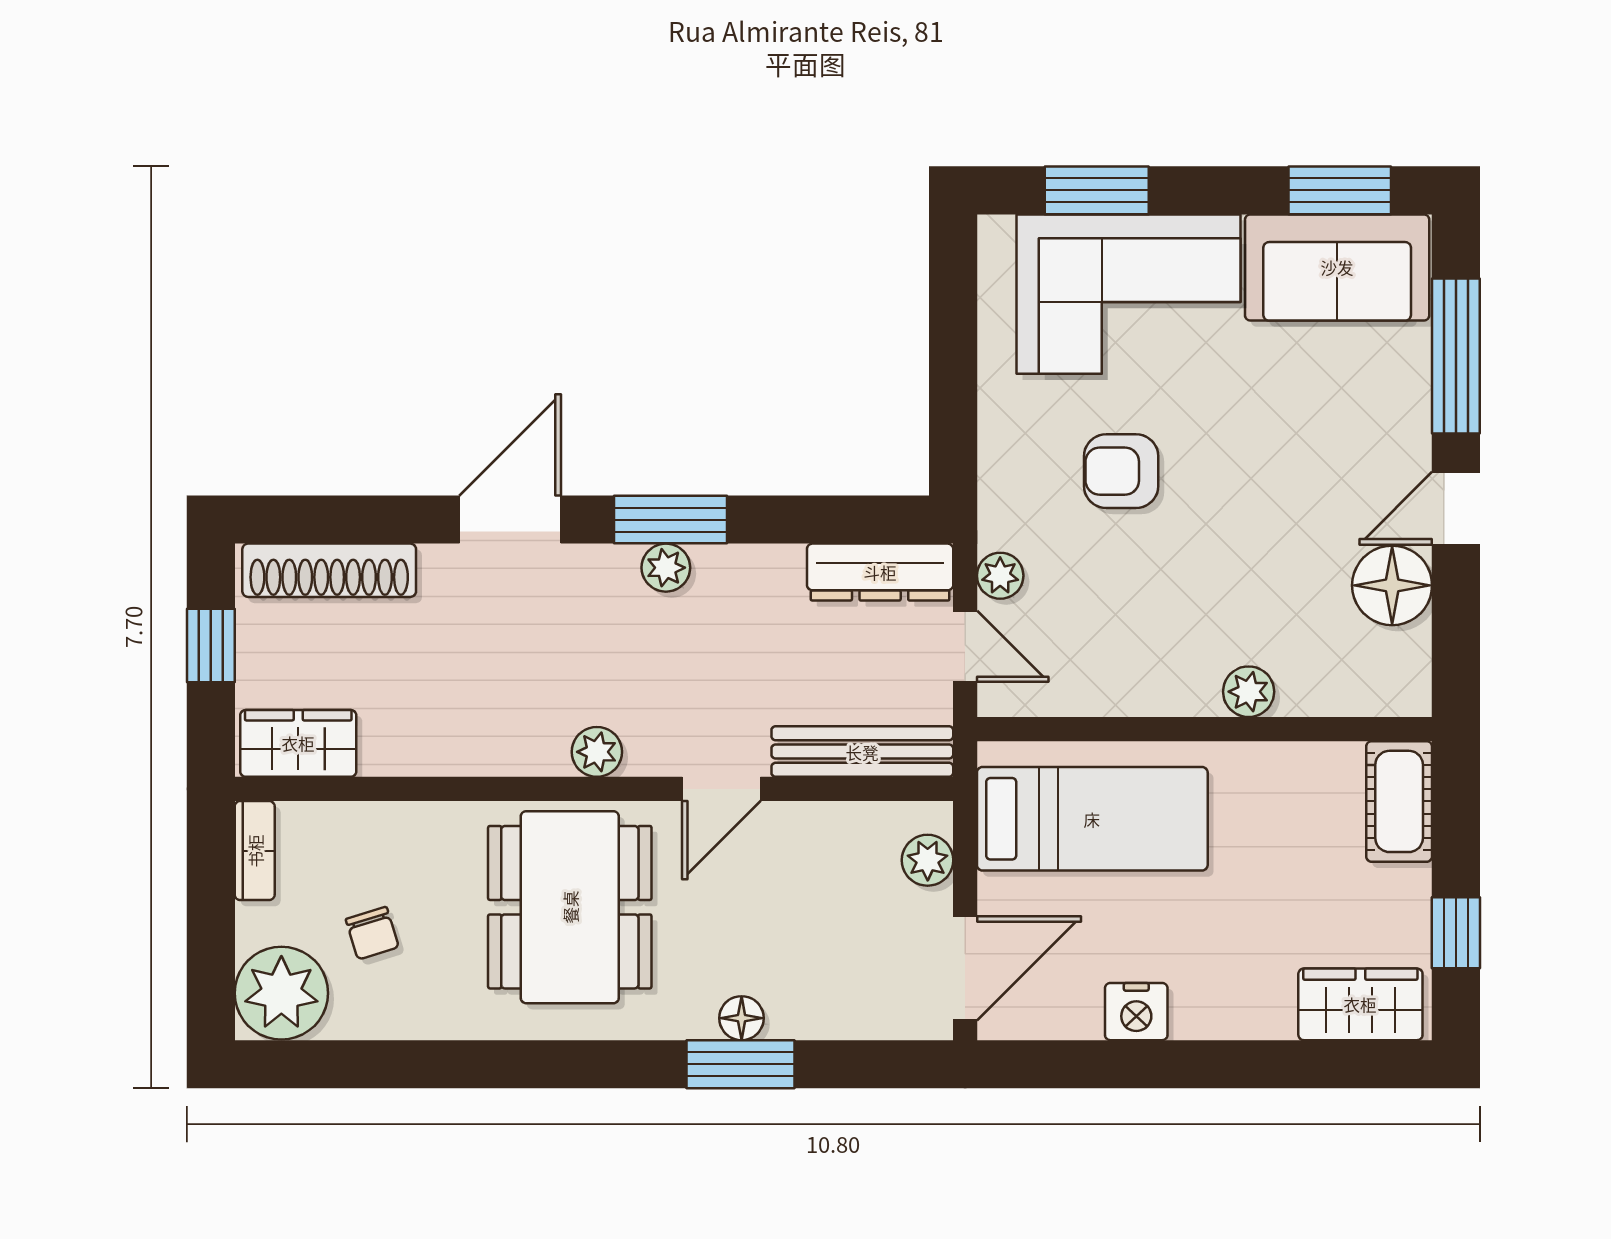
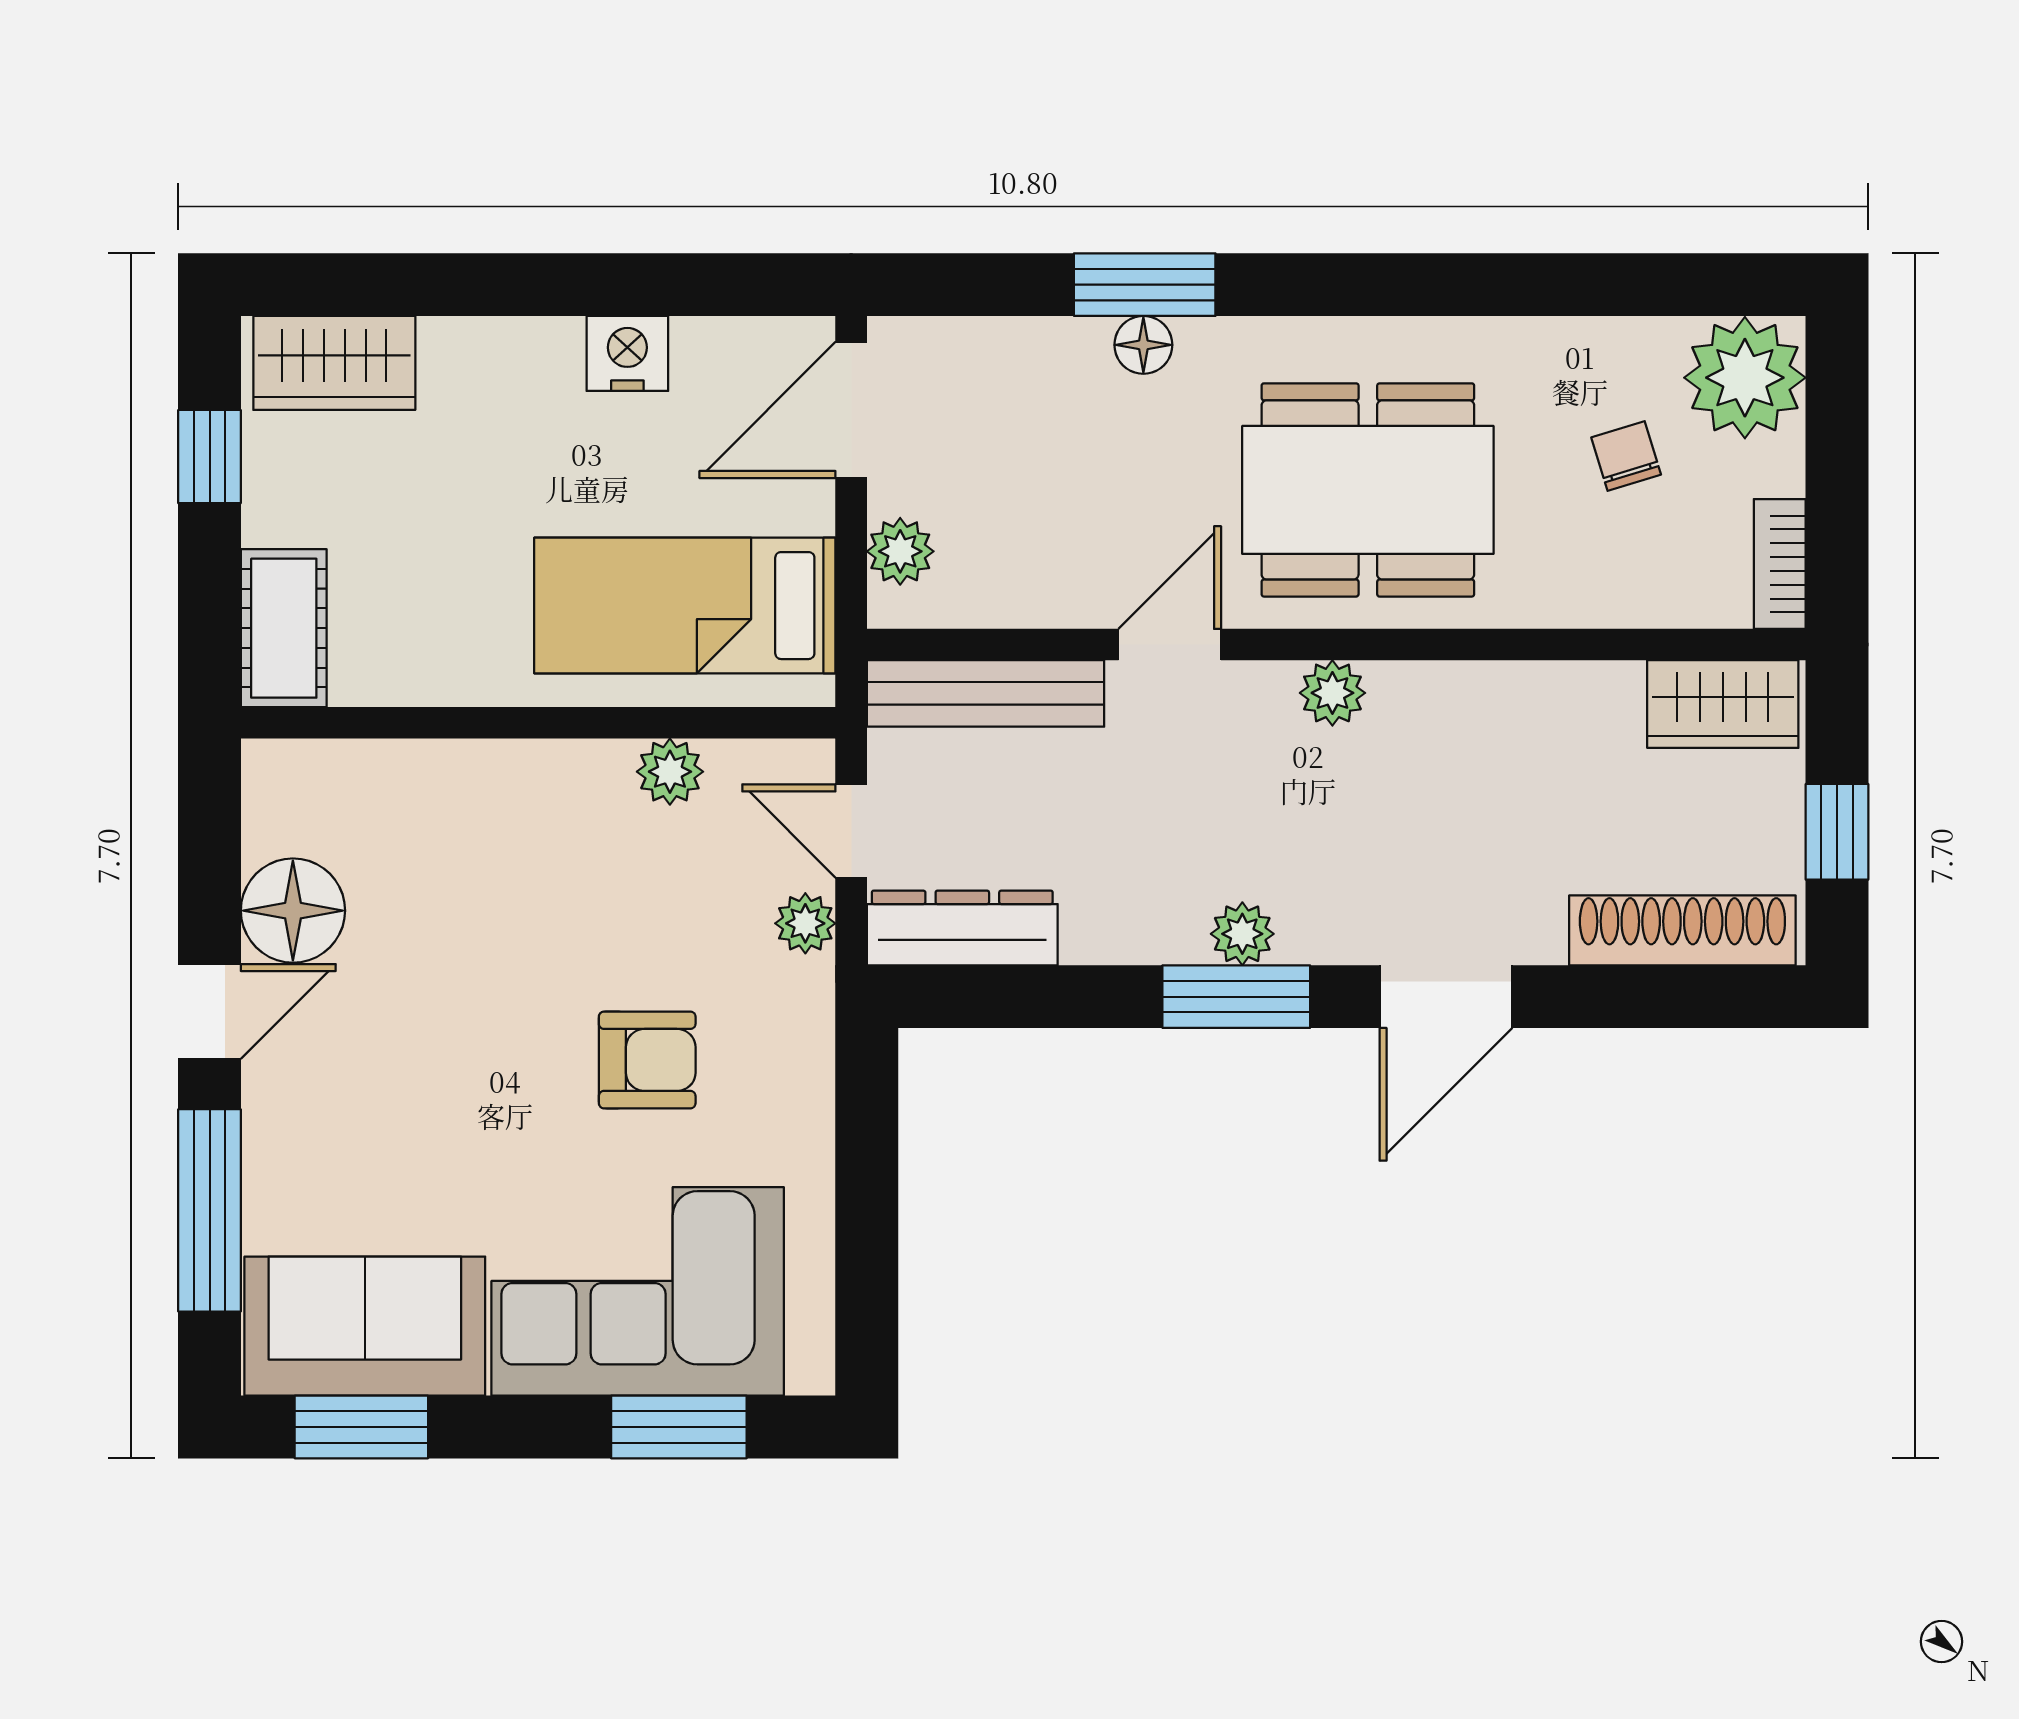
plant: (1249, 692) -> (670, 772), moved
dining table: (570, 907) -> (1368, 490), turned 90

